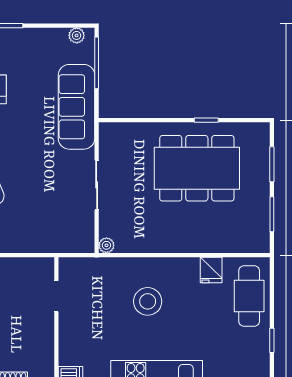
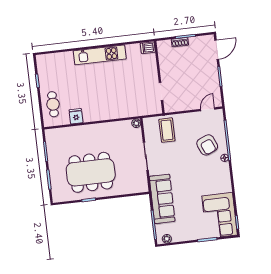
coffee table: (54, 227) -> (167, 130), added
cafe table: (249, 296) -> (53, 104), width x0.73, depth x0.74
stool: (148, 301) -> (109, 94), removed

